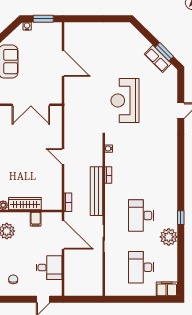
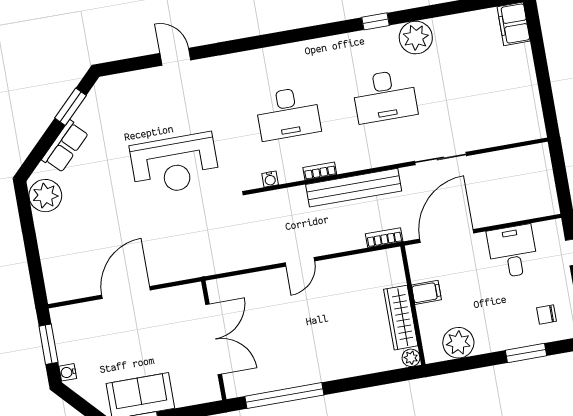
plant: (121, 31) -> (45, 196), added
row of seats: (158, 59) -> (65, 146), moved
desk: (141, 267) -> (288, 113), moved

